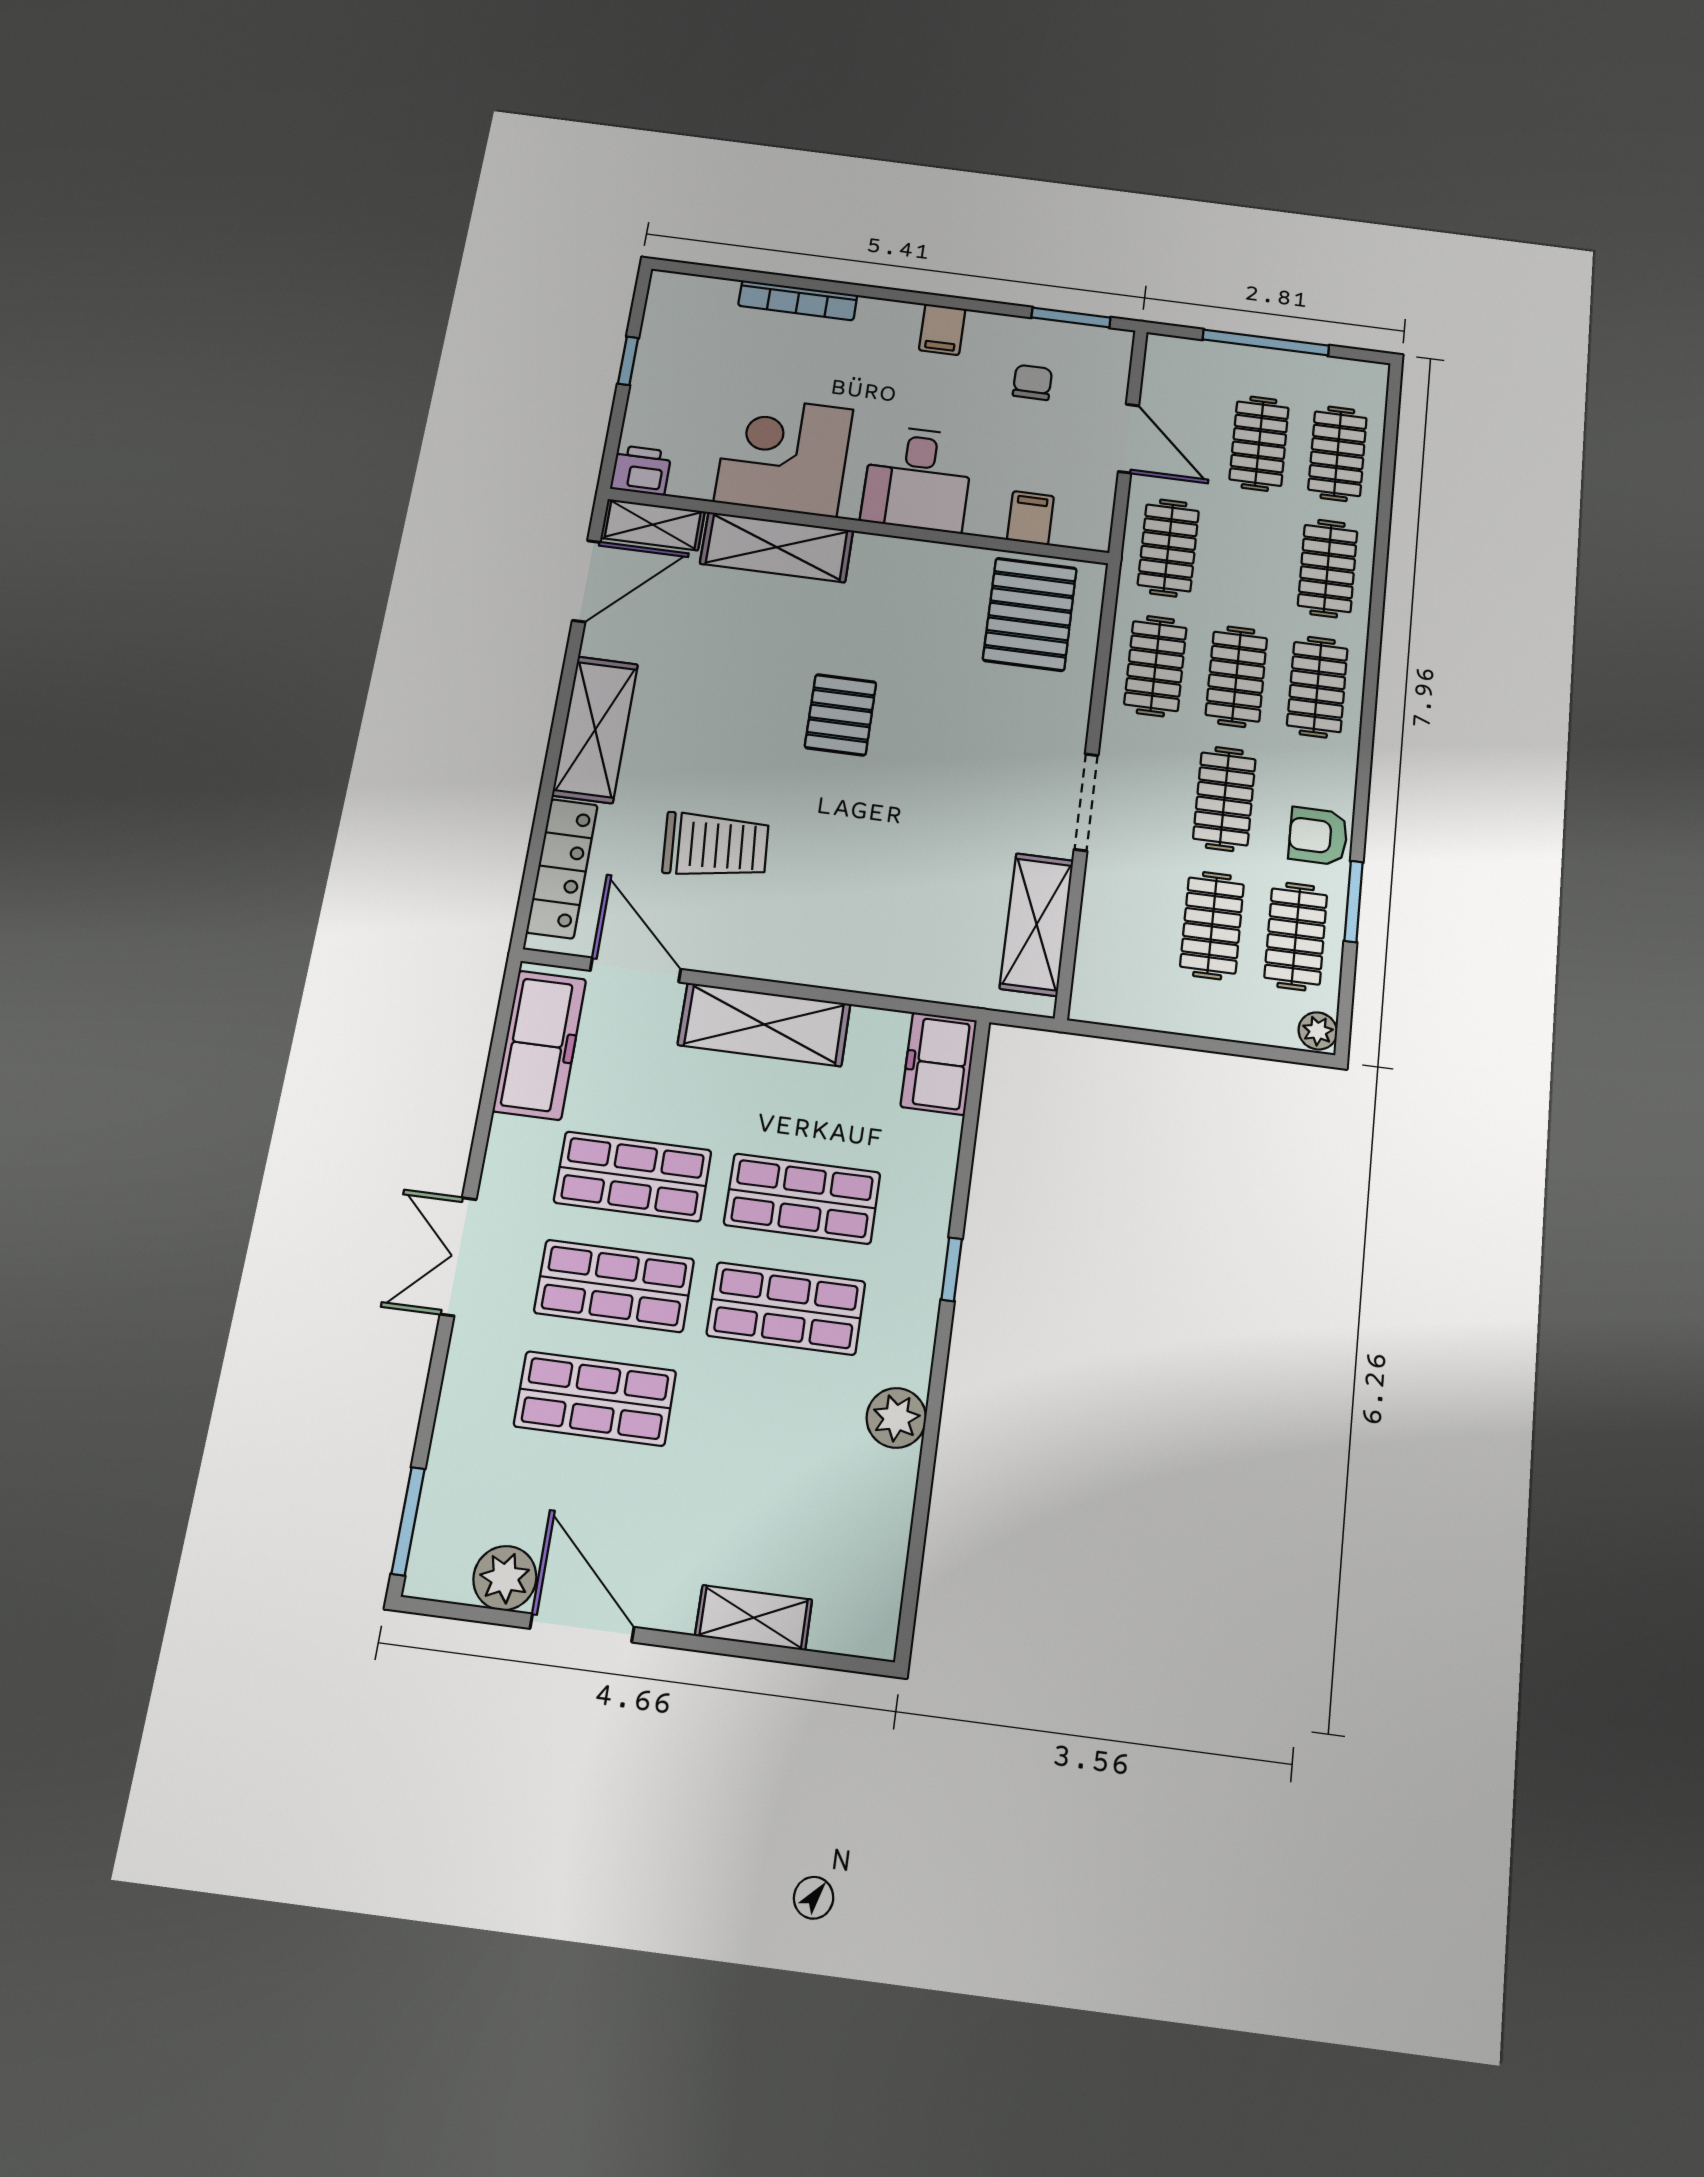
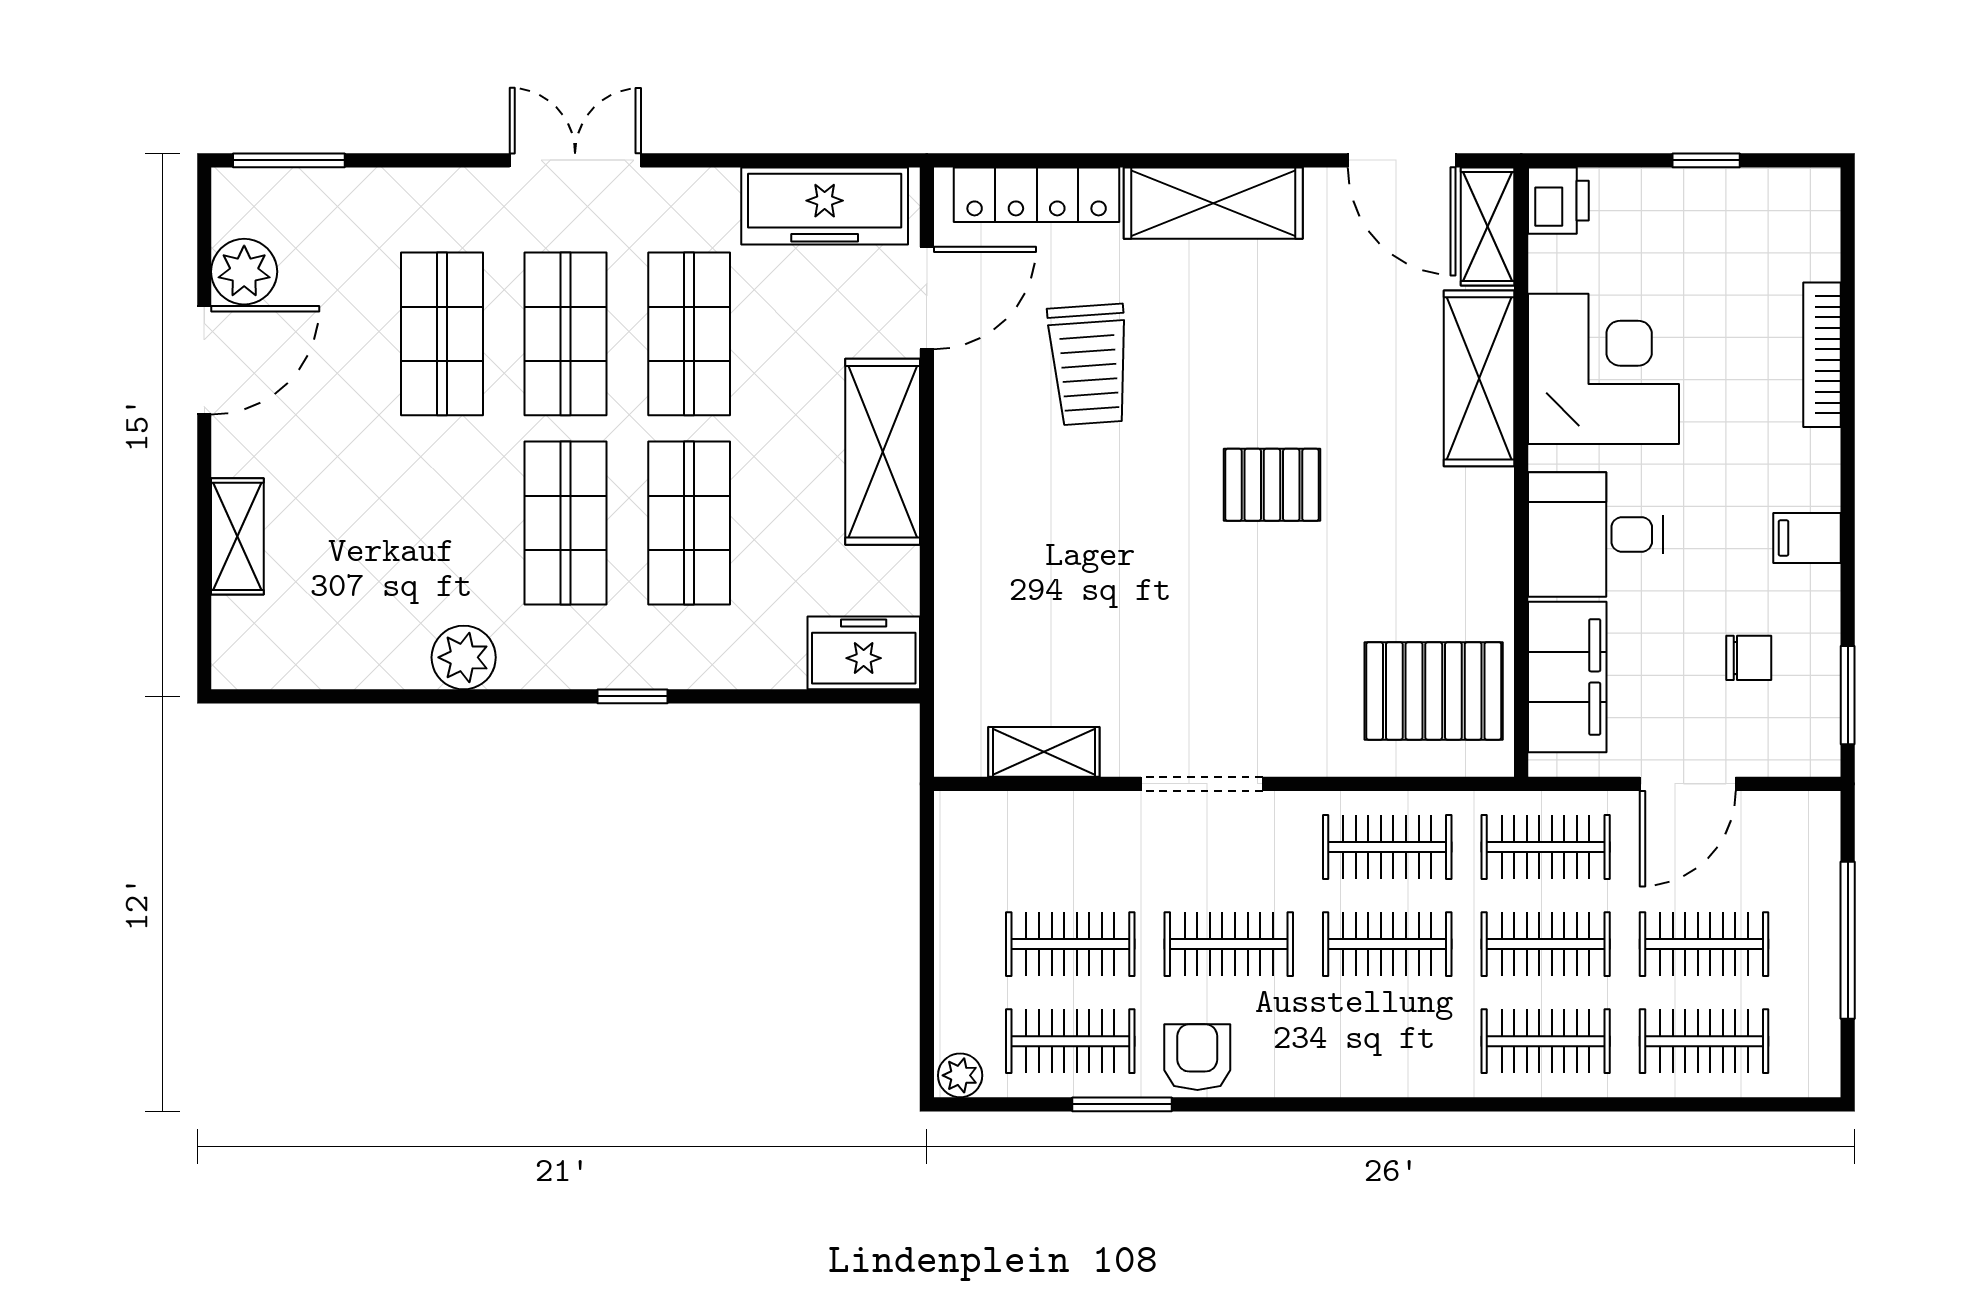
filing cabinet: (1030, 518) -> (1567, 677), width x3.00, depth x1.17
clothes rail: (1317, 687) -> (1546, 944), moved
shelving: (1037, 924) -> (1044, 752), width x0.67, depth x0.75

